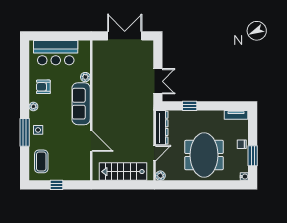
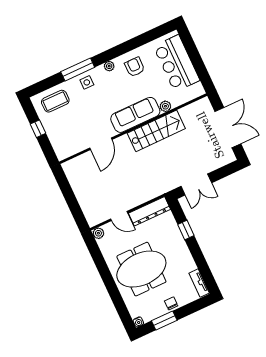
stairs: (123, 172) -> (156, 131), moved, turned 90

